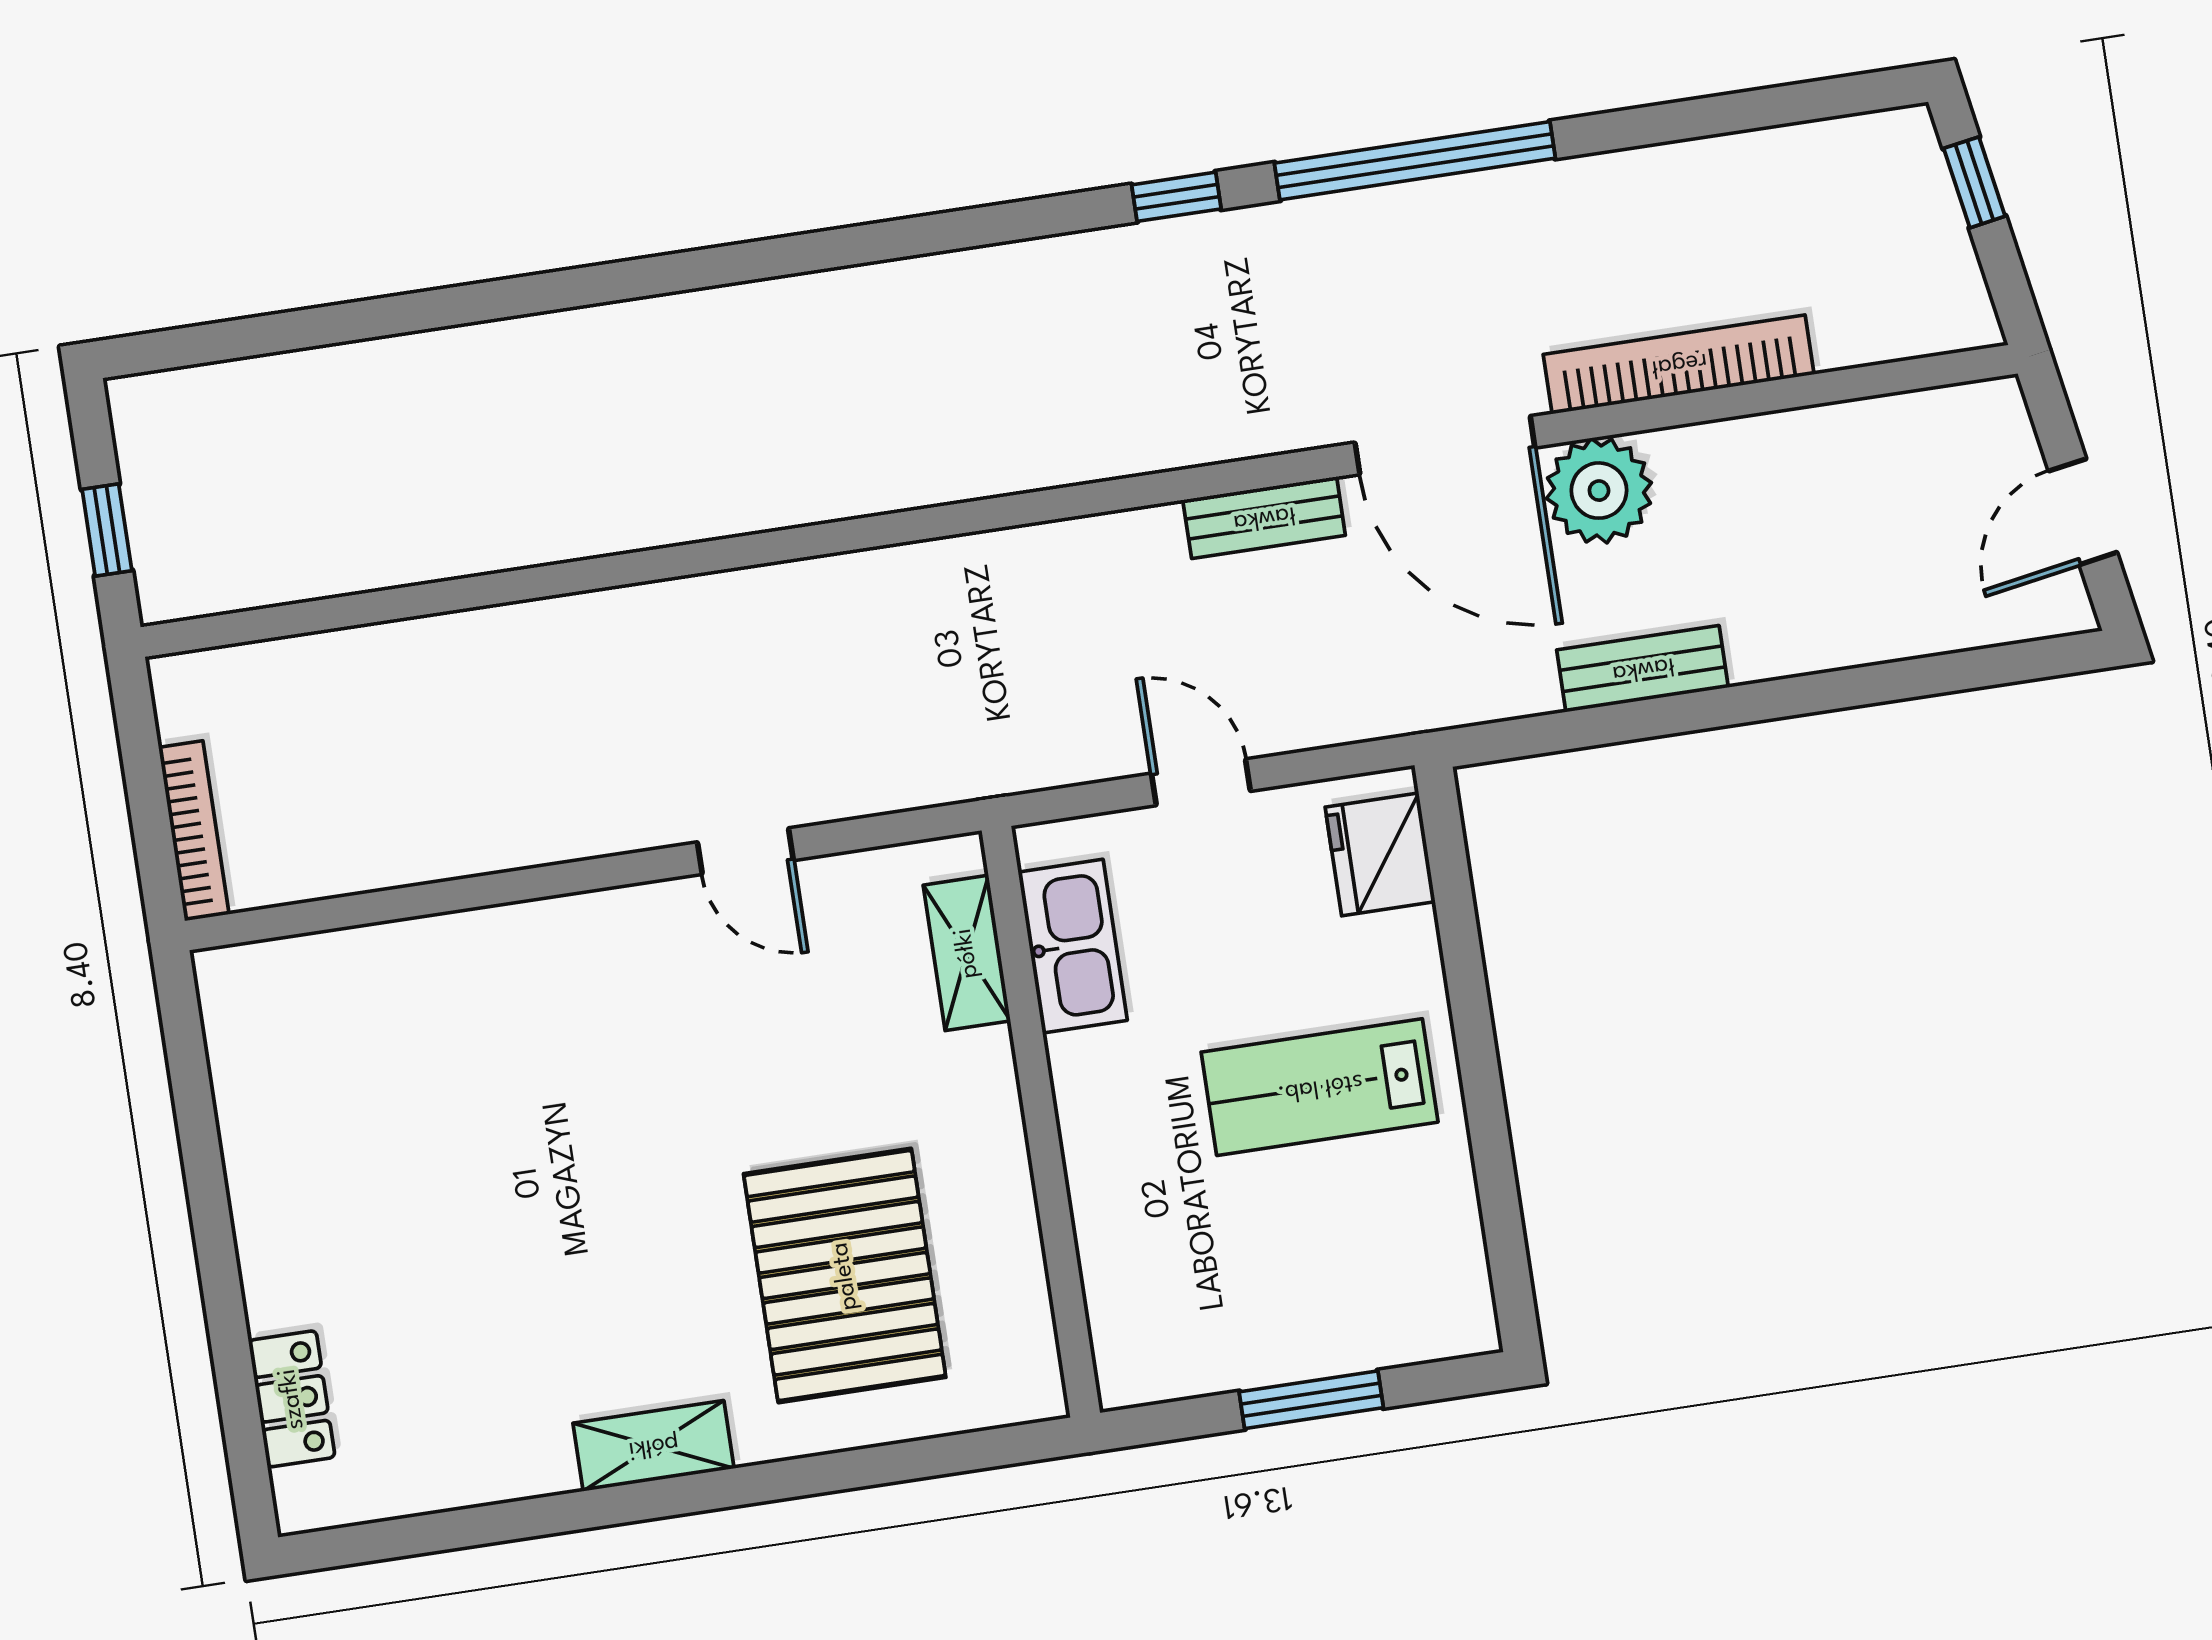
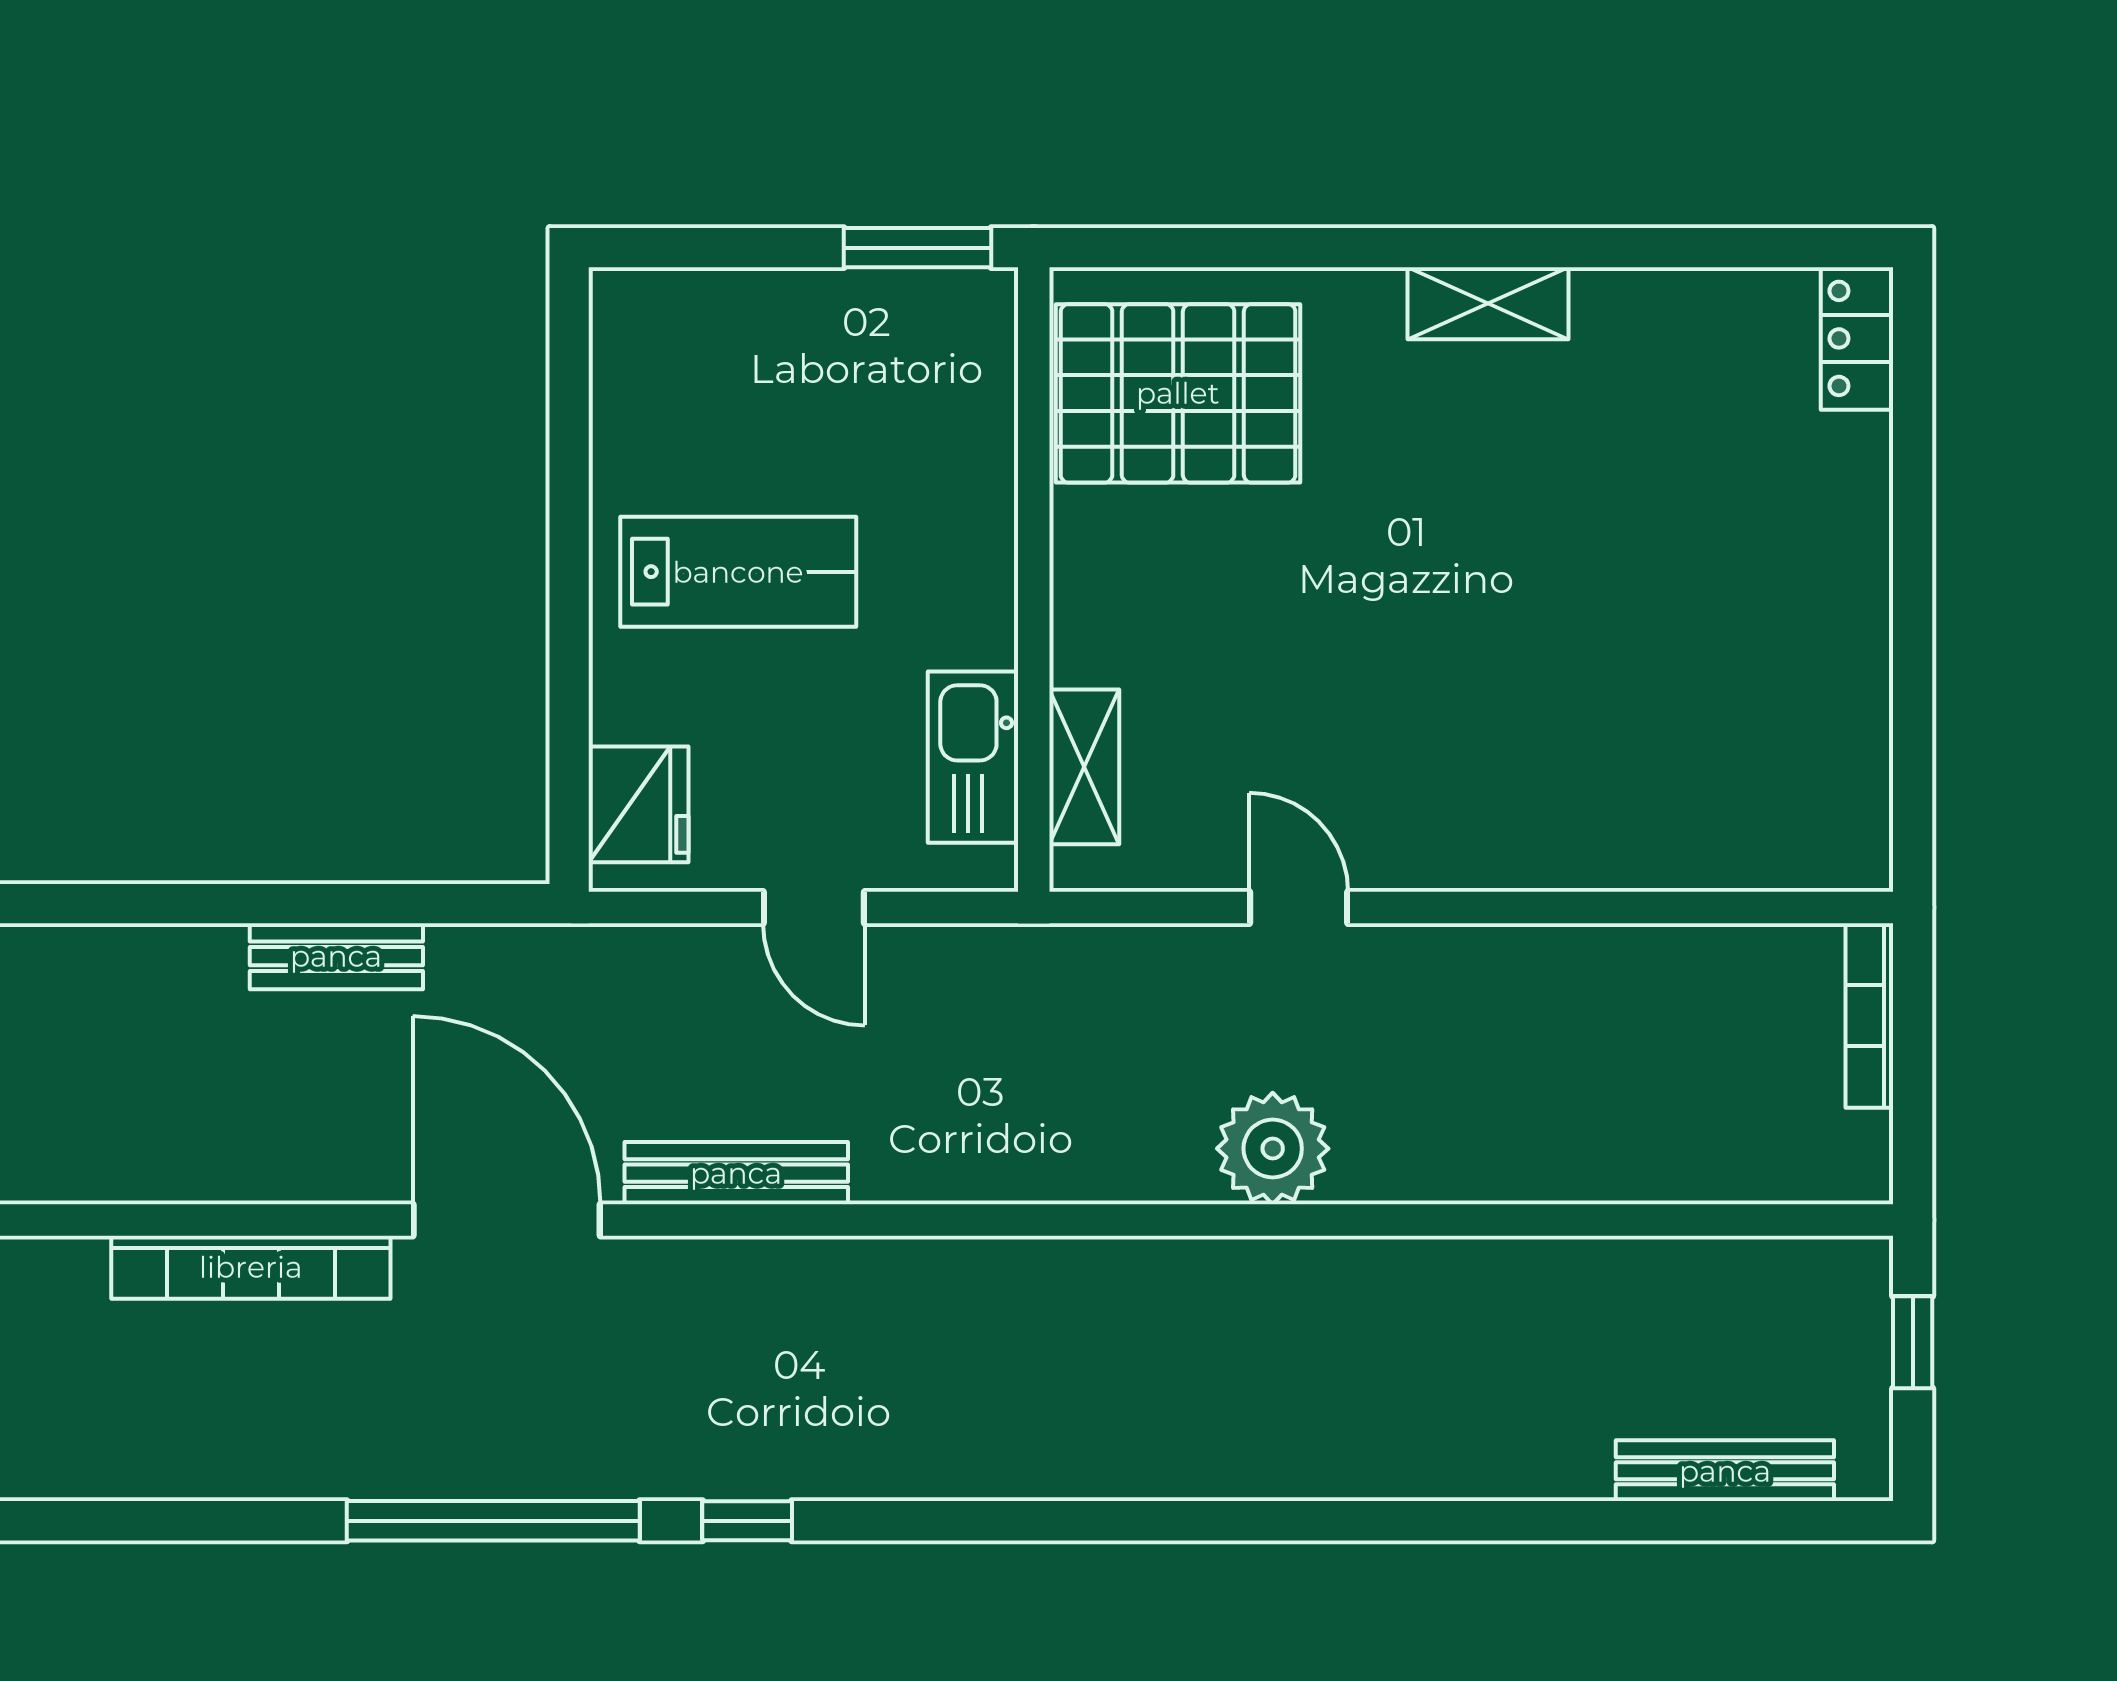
bench: (265, 383) -> (1725, 1471), added
plant: (1599, 491) -> (1273, 1149), moved
bench: (1264, 518) -> (736, 1173), width x1.36
pallet: (845, 1276) -> (1178, 393), moved, turned 90
locker: (292, 1399) -> (1857, 338), moved
window: (1311, 1400) -> (917, 248), moved

